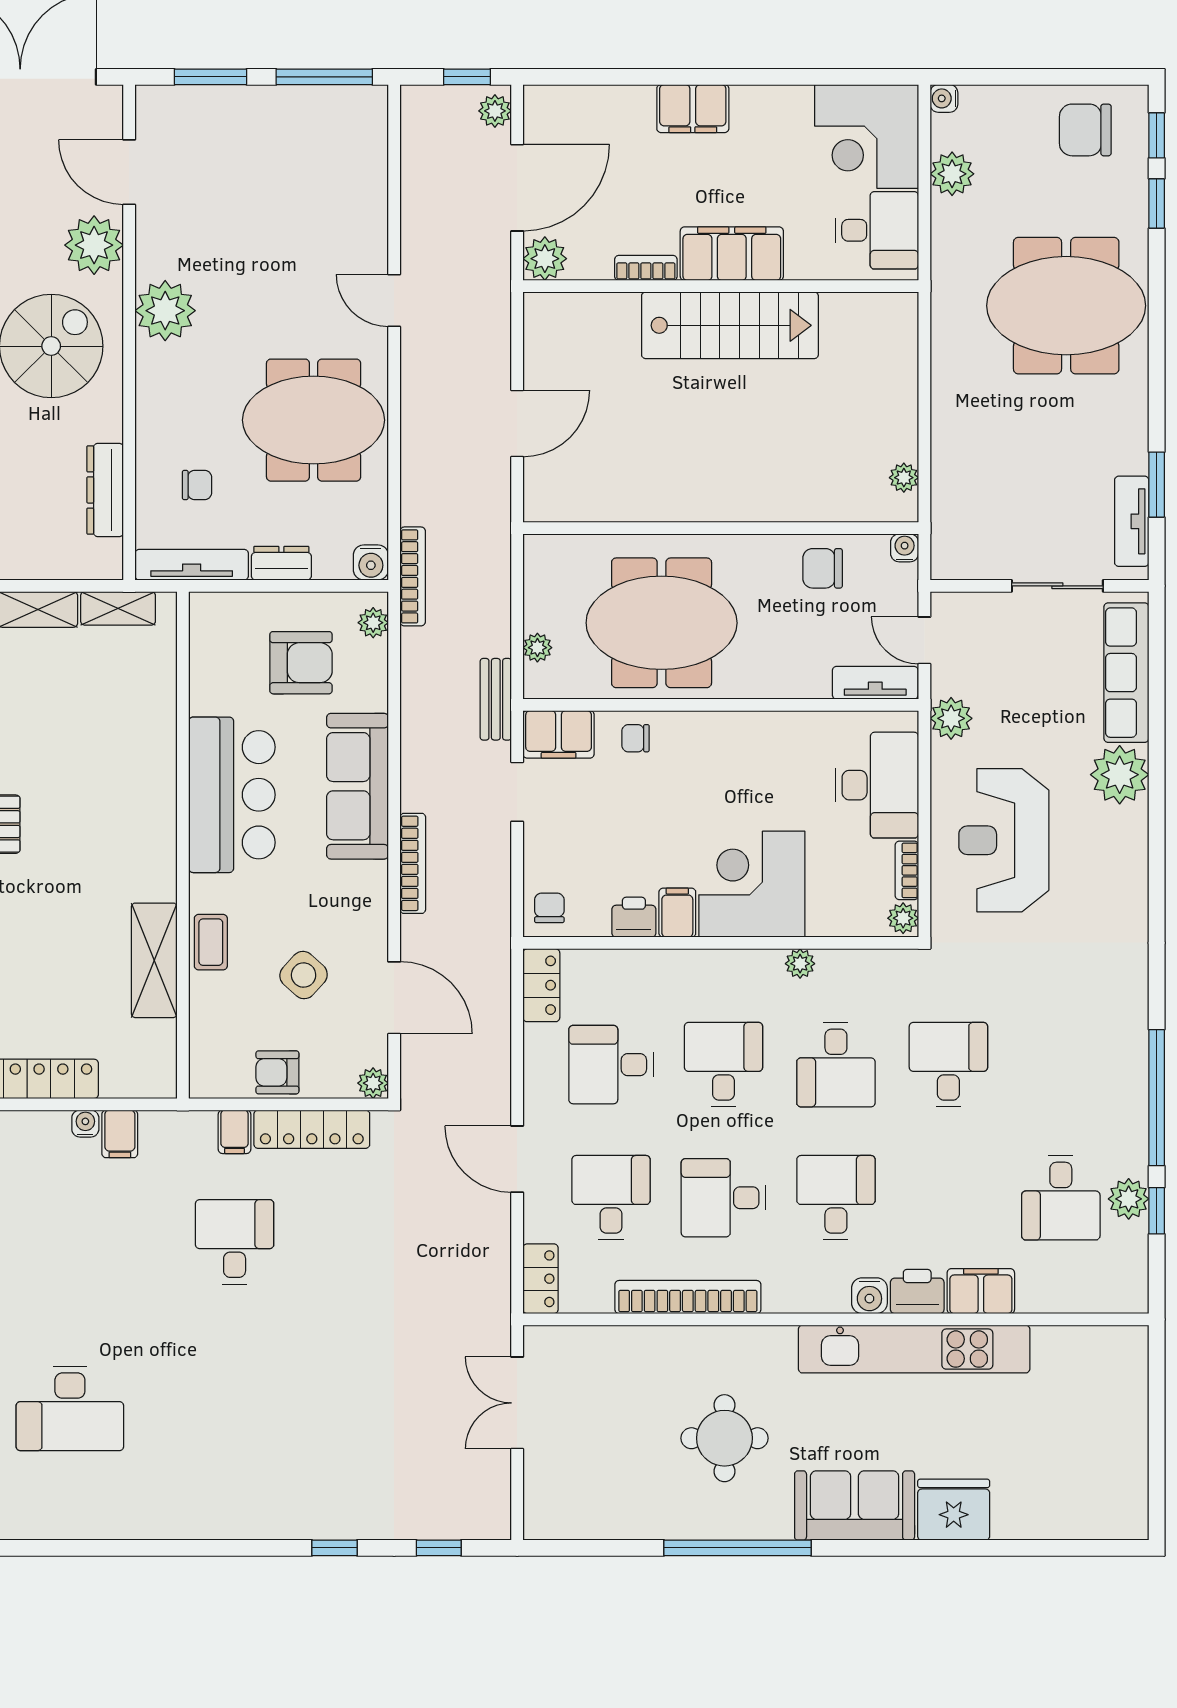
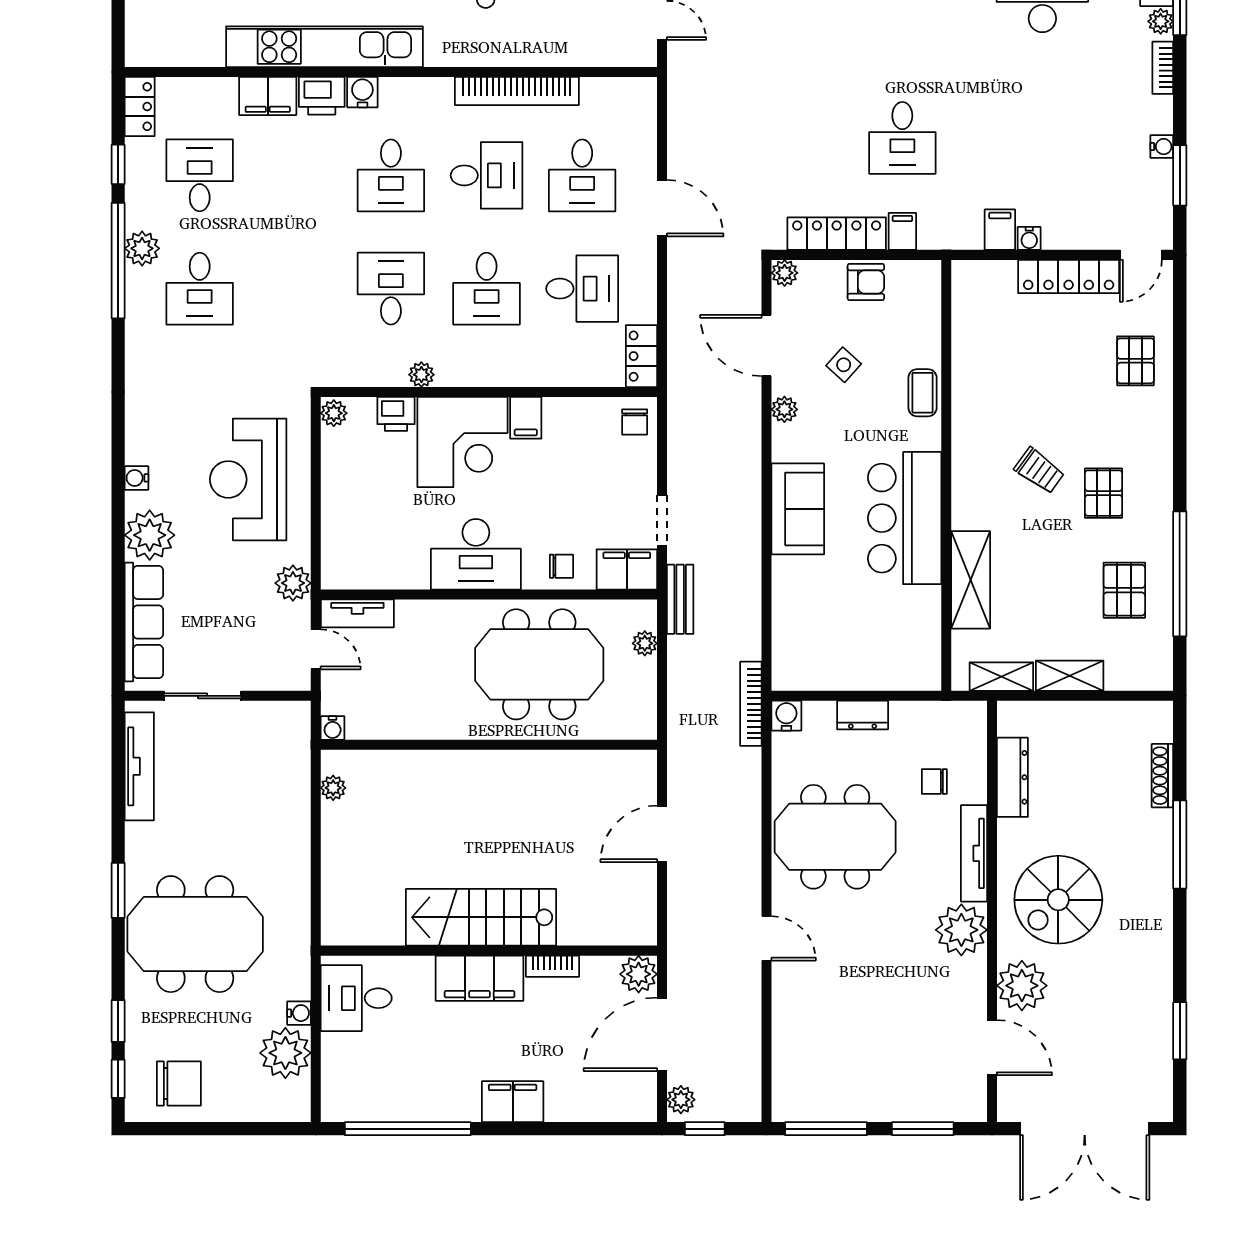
window: (816, 77) -> (408, 1129), added
water cooler: (944, 98) -> (299, 1013), moved
corner desk: (867, 137) -> (365, 1078), removed
plant: (952, 174) -> (285, 1053), width x1.36, depth x1.36
window: (1157, 485) -> (118, 890), moved
tv unit: (1132, 521) -> (139, 766), width x1.41
tv unit: (192, 565) -> (974, 853), moved, turned 90
chair: (823, 568) -> (402, 711), removed
plant: (373, 623) -> (784, 409), moved
armchair: (301, 663) -> (846, 630), removed
desk: (877, 785) -> (476, 554), moved, turned -90
sofa: (358, 786) -> (798, 509), width x0.73
reception desk: (1004, 840) -> (248, 479), turned 180
water cooler: (1135, 842) -> (136, 478), added
trolley: (73, 851) -> (1039, 471), added
bookcase: (413, 863) -> (751, 460), removed
bookcase: (907, 870) -> (331, 454), removed
printer: (634, 917) -> (396, 414), moved
shelving: (154, 960) -> (971, 580), moved
side table: (304, 975) -> (844, 365), width x0.73, depth x0.73
desk: (948, 1065) -> (200, 289), moved
plant: (1129, 1199) -> (142, 248), moved
locker: (541, 1279) -> (140, 107), moved, turned 180

